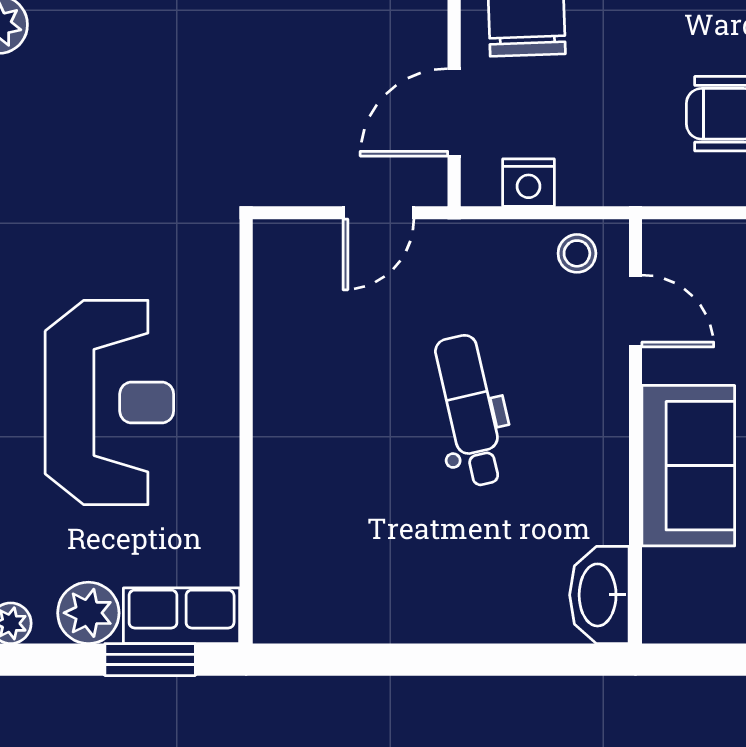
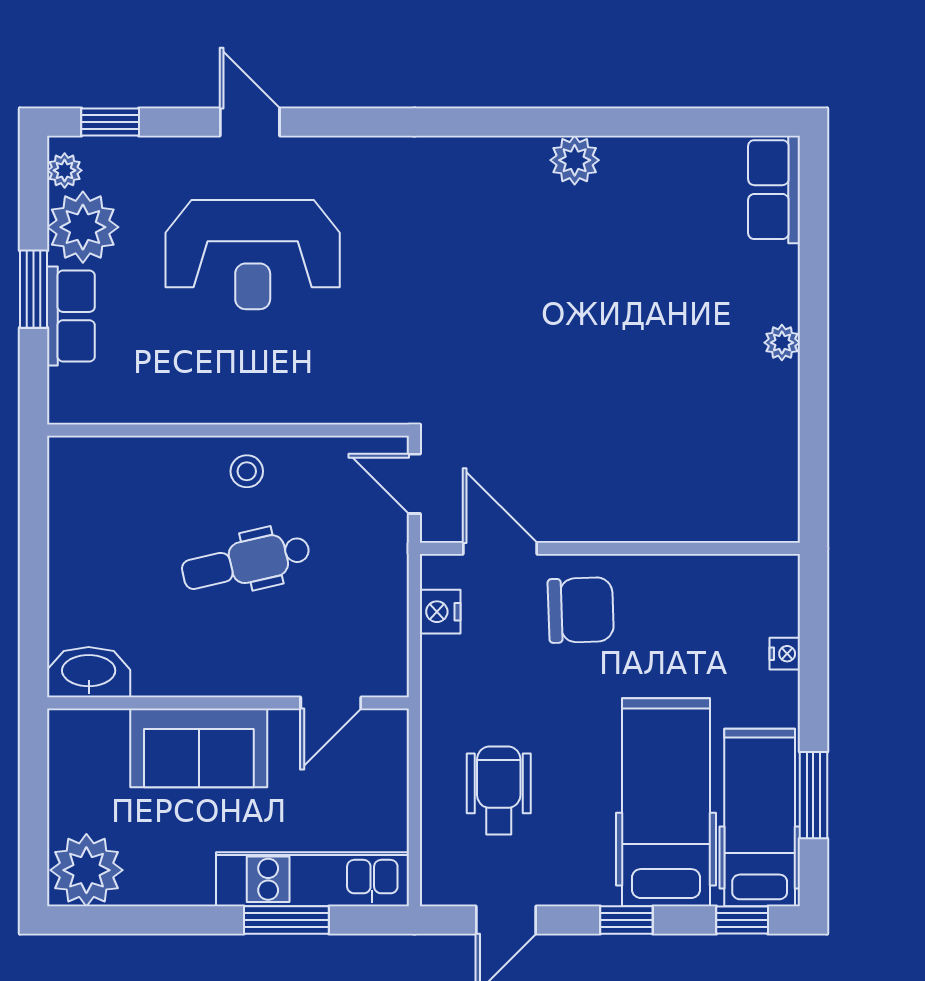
stool: (577, 253) -> (247, 471), moved
dental chair: (470, 410) -> (246, 562), turned 180
wall: (246, 431) -> (228, 430), moved
plant: (88, 613) -> (83, 227), width x1.36, depth x1.36

